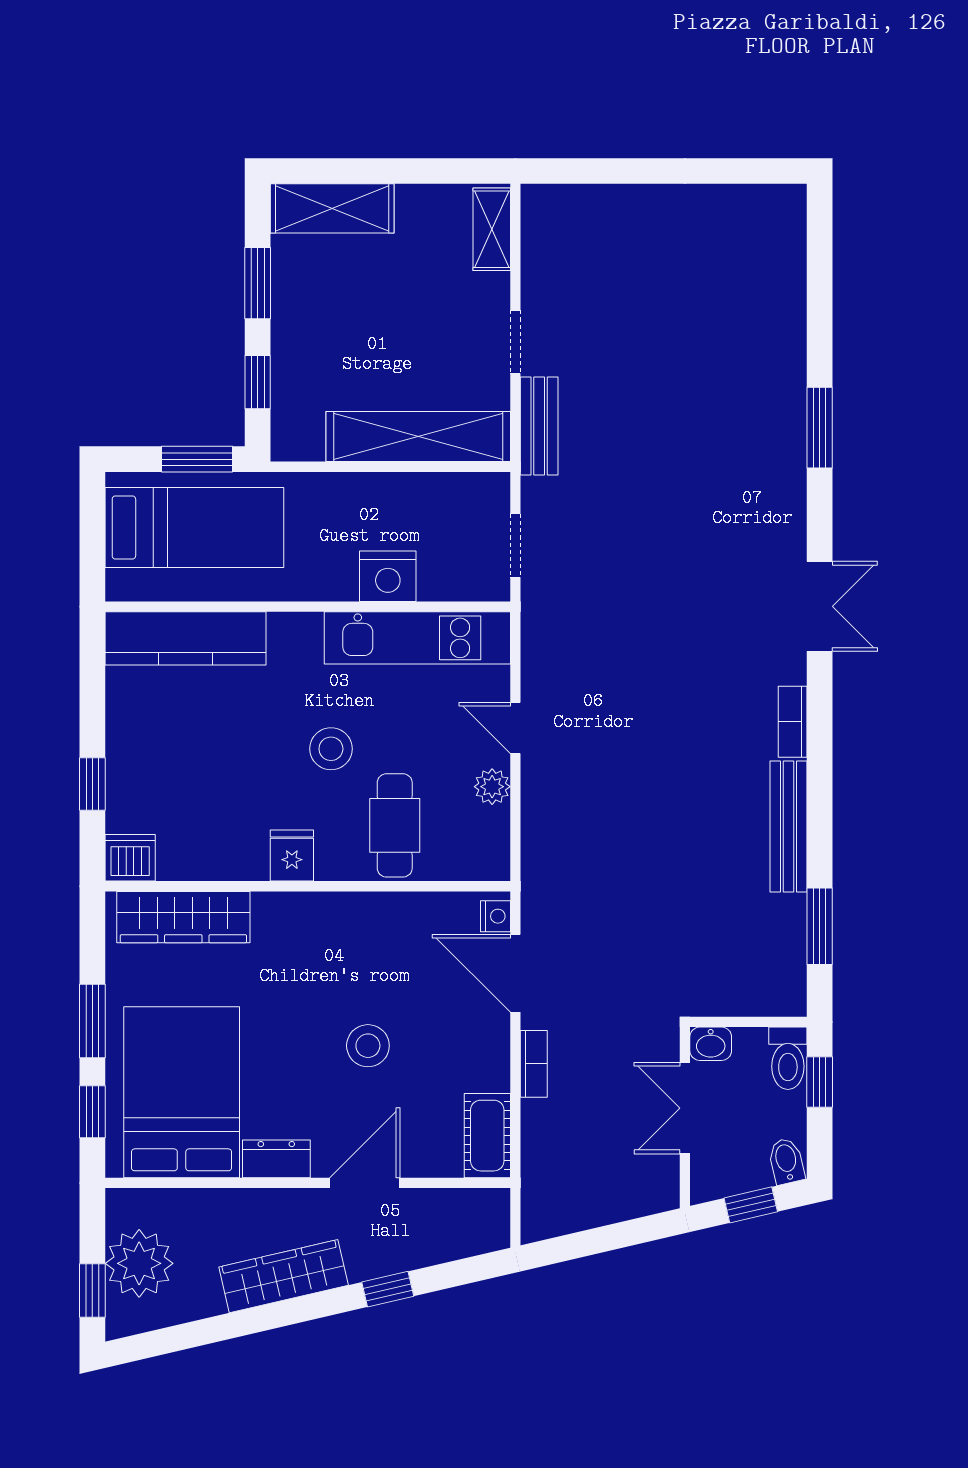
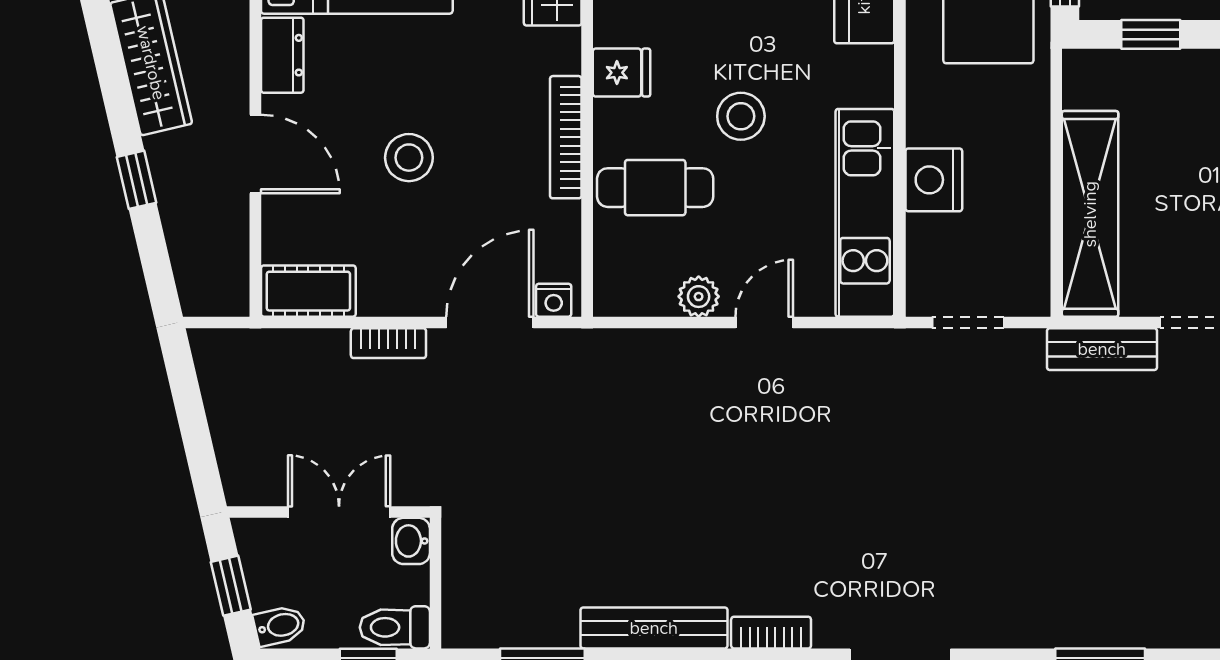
bookcase: (350, 905) -> (566, 137), added

